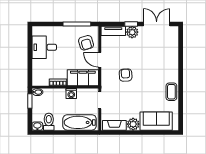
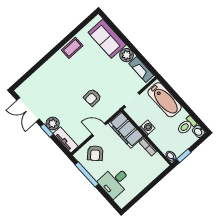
armchair: (86, 43) -> (95, 153), turned 152
desk: (44, 47) -> (115, 182), moved, turned 90
door: (100, 60) -> (99, 130), swing flipped

